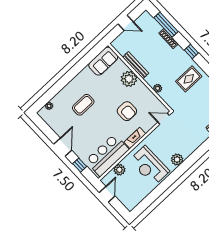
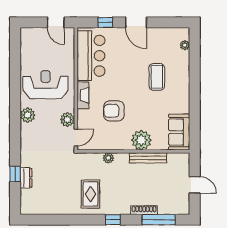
door: (126, 23) -> (195, 185), swing flipped
plant: (119, 170) -> (67, 120), moved

